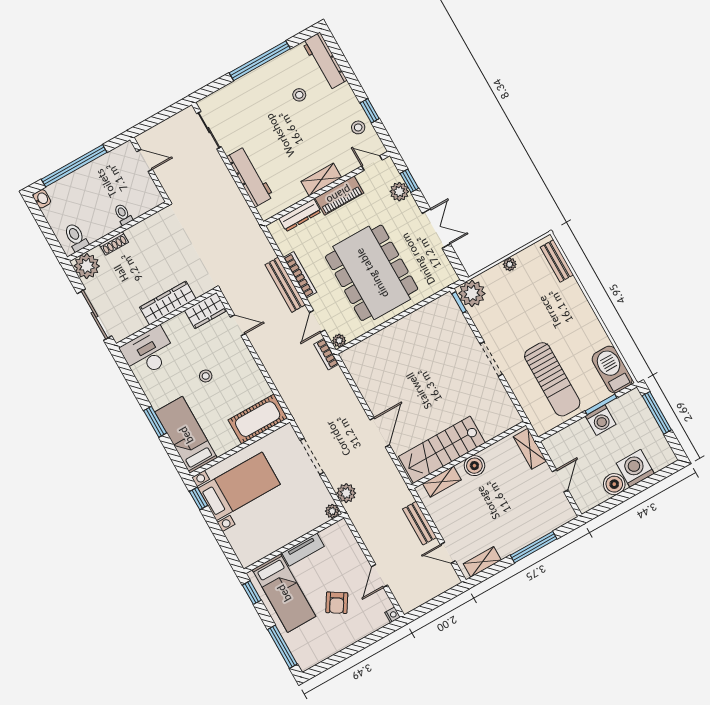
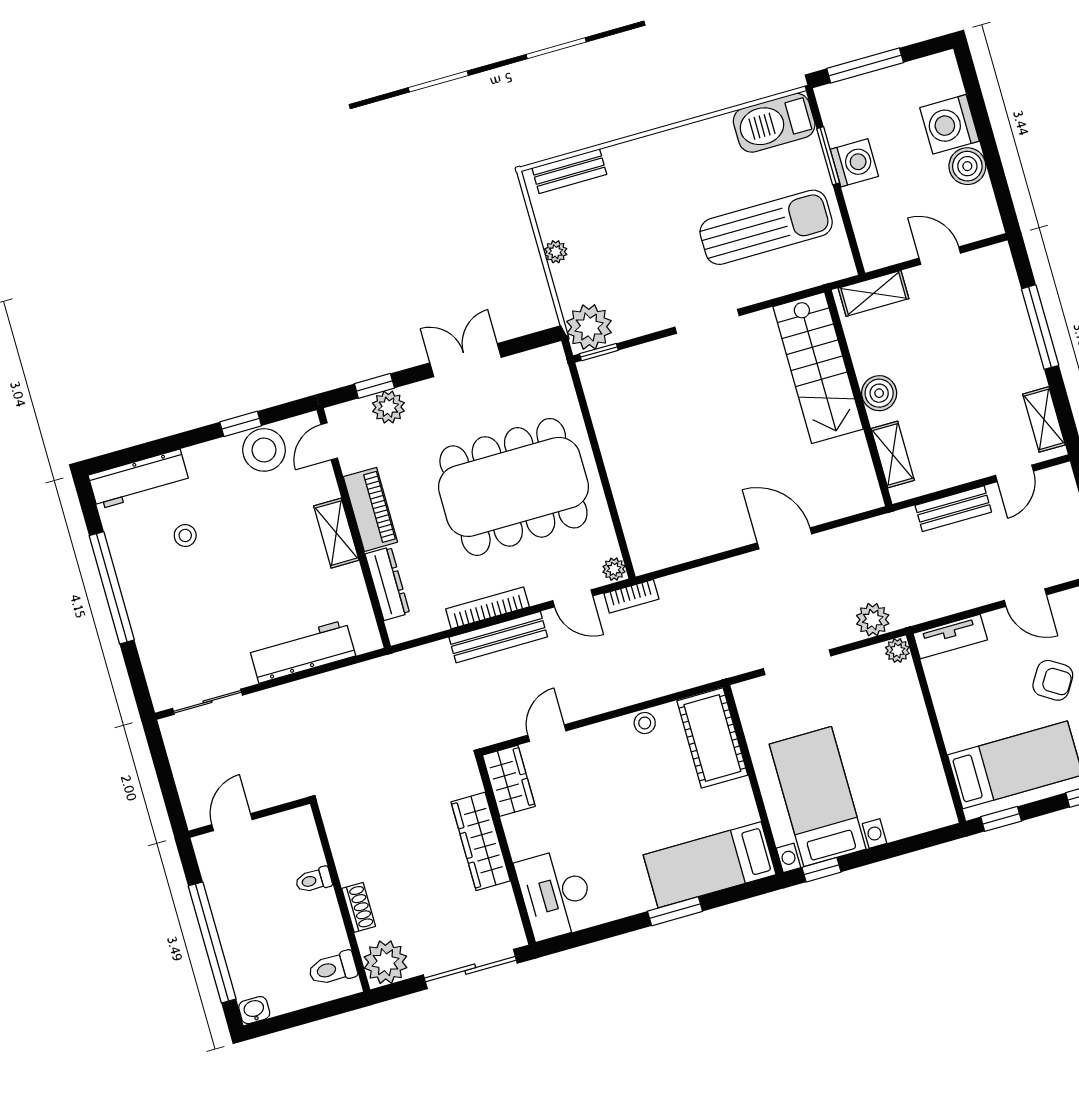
stool: (358, 127) -> (264, 450), width x1.89, depth x1.89
stool: (206, 376) -> (645, 723), moved
stairs: (442, 450) -> (818, 368), moved
tv unit: (303, 550) -> (950, 637), moved, turned 90

